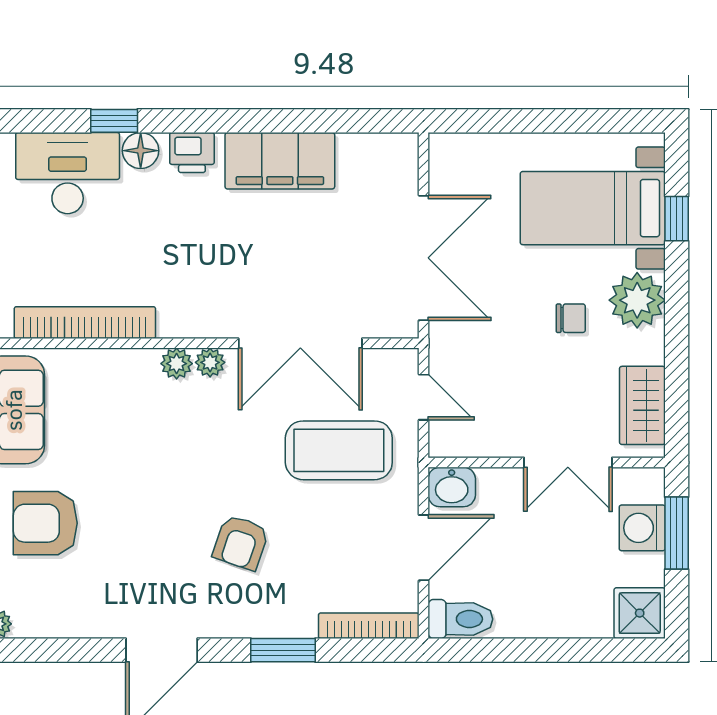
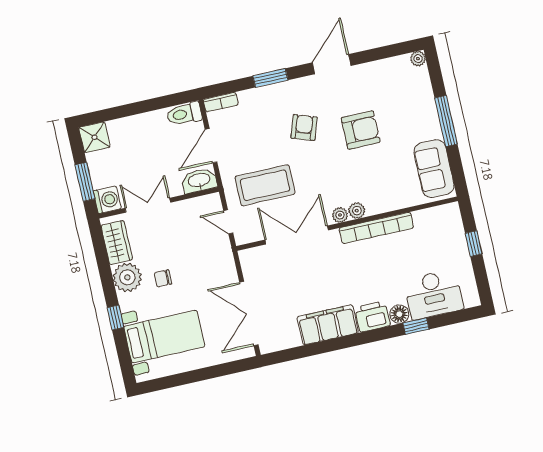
printer: (192, 153) -> (373, 317), width x1.36, depth x1.24
window: (677, 219) -> (115, 318), moved
double door: (424, 258) -> (249, 314), moved
plant: (637, 300) -> (127, 277), moved
bookcase: (85, 323) -> (376, 228), moved
washbasin: (452, 487) -> (199, 181), width x1.38
armchair: (45, 523) -> (361, 130), moved
washing machine: (642, 528) -> (107, 200), moved
bookcase: (369, 626) -> (221, 102), width x0.64

